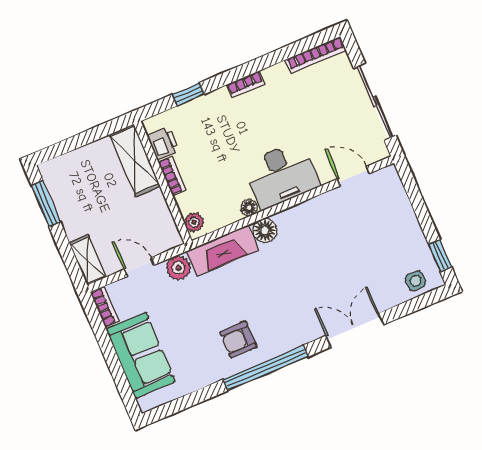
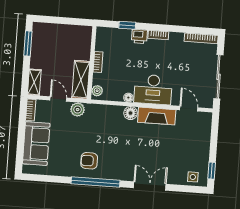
printer: (163, 143) -> (139, 36), moved, turned 90
shelving: (135, 160) -> (81, 80), moved
fireplace: (223, 250) -> (157, 116), moved

